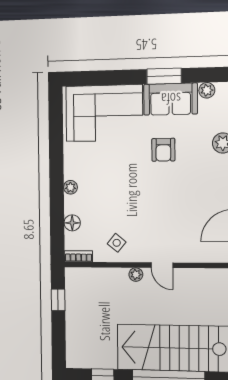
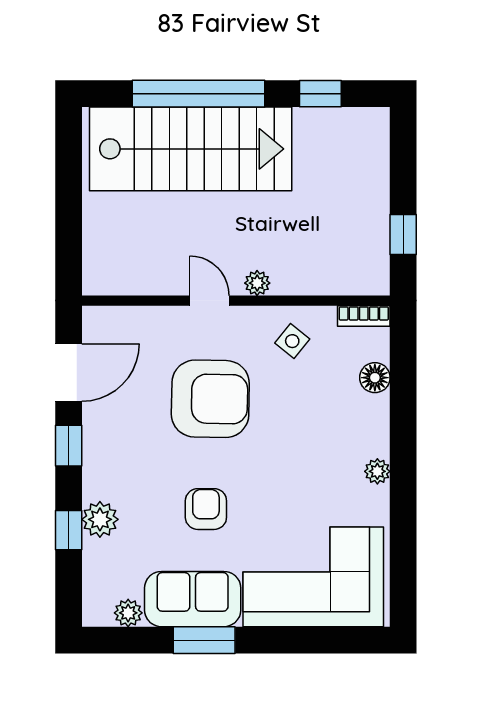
plant: (70, 187) -> (377, 471), moved
armchair: (161, 211) -> (210, 399), added

